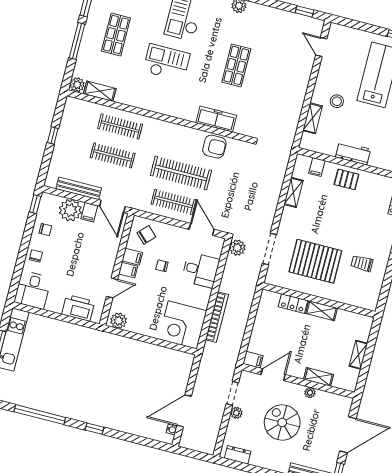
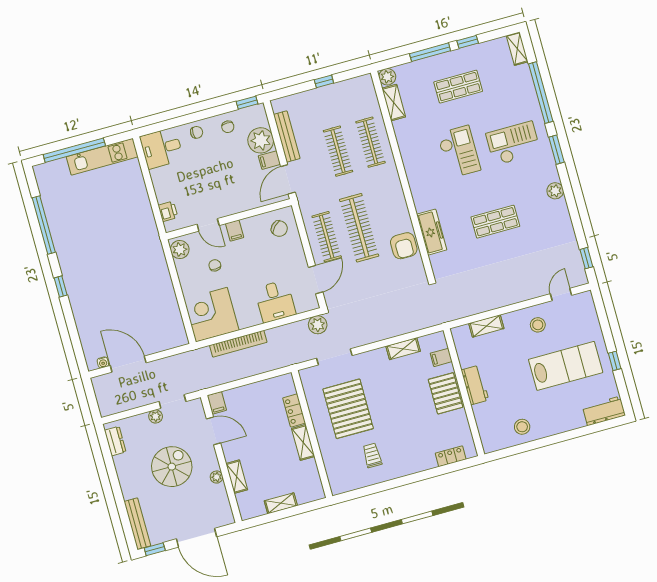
stool: (337, 101) -> (538, 325), moved
pallet: (346, 179) -> (446, 393), width x1.50, depth x1.42
filing cabinet: (132, 257) -> (250, 227), removed
chair: (162, 266) -> (215, 265), moved
printer: (78, 308) -> (168, 211), width x0.53, depth x0.68

